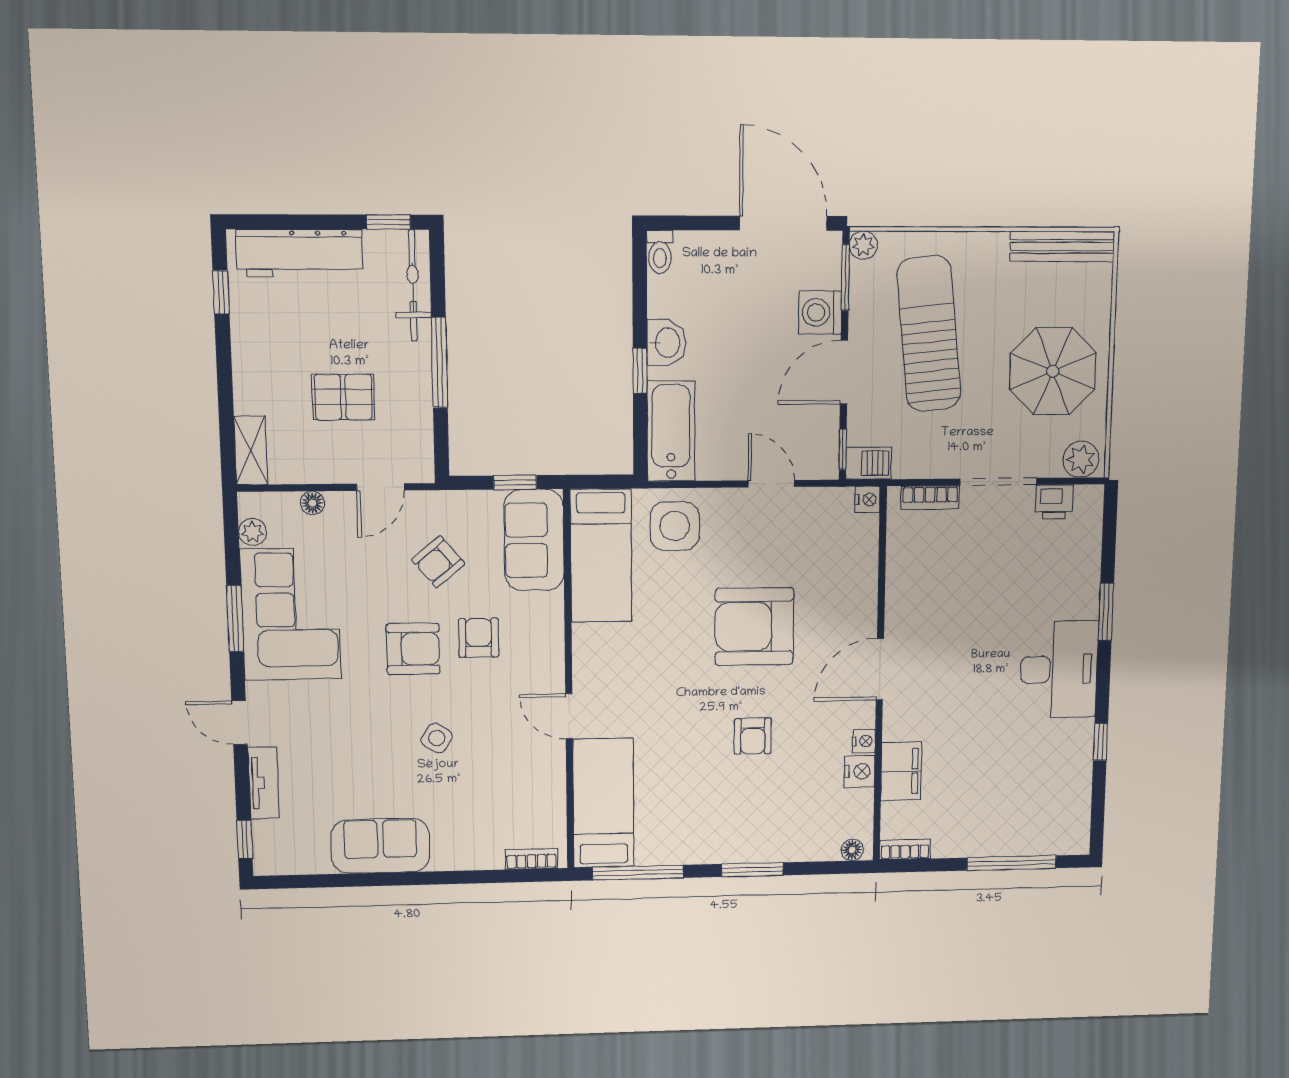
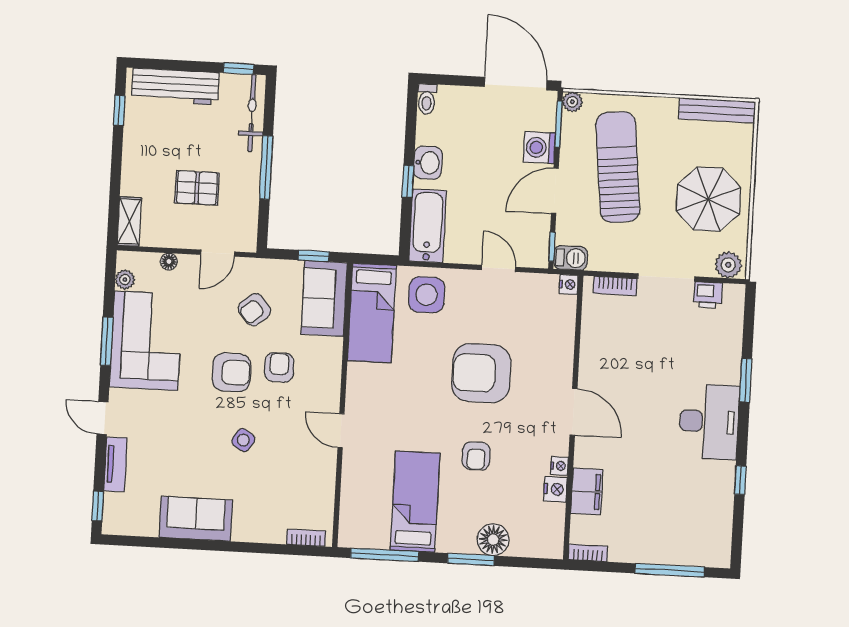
door: (880, 669) -> (573, 412), swing flipped
bed: (603, 803) -> (415, 502), moved
floor lamp: (852, 850) -> (493, 540), moved, width x1.89, depth x1.89

